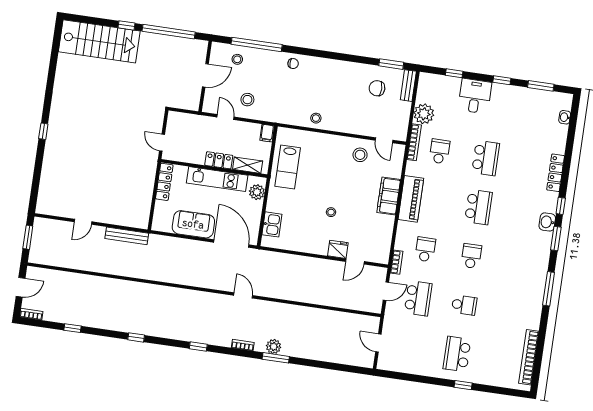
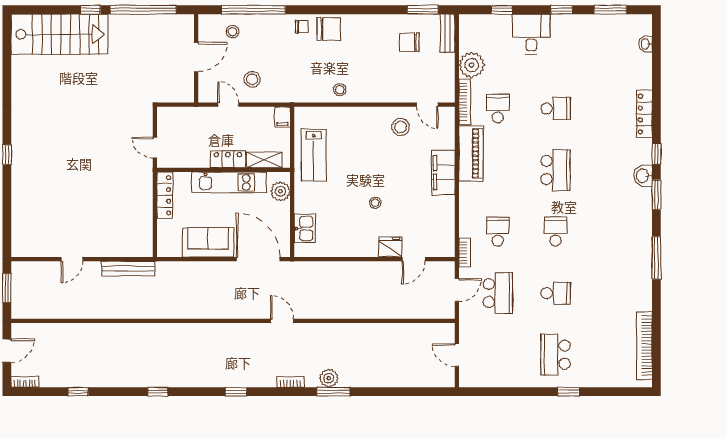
chair: (314, 68) -> (329, 29), added
school desk: (486, 158) -> (556, 108), width x0.54
piano: (411, 199) -> (471, 153), moved

